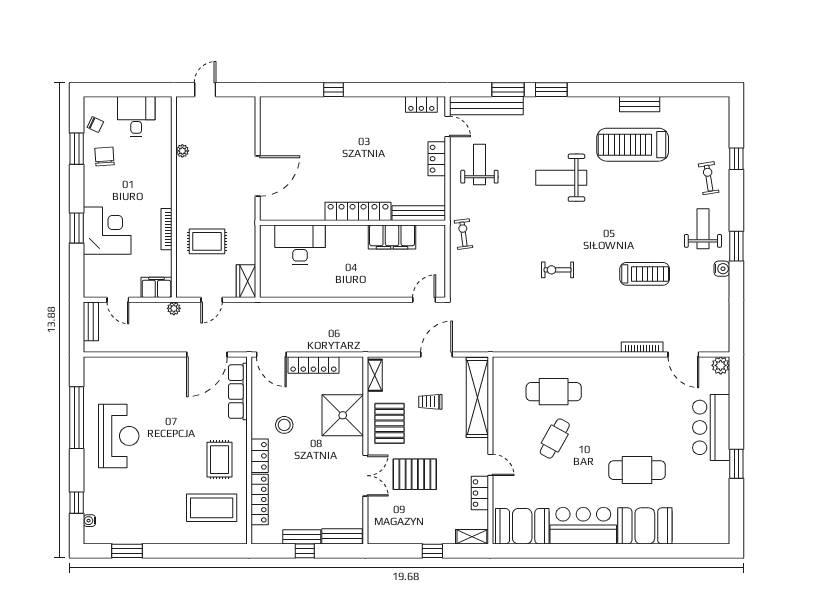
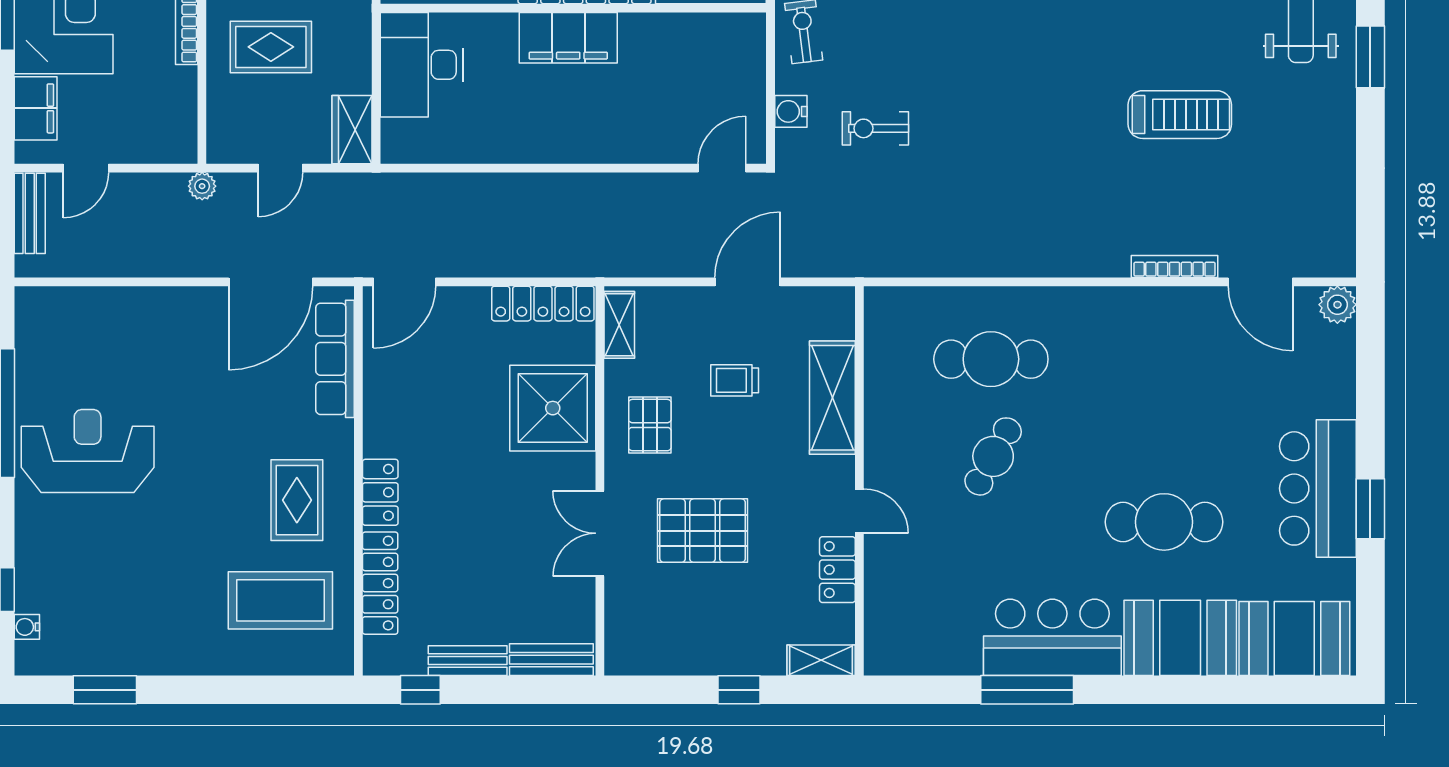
filing cabinet: (392, 237) -> (568, 38), moved
desk: (300, 245) -> (422, 65), moved, turned -90
water cooler: (722, 269) -> (791, 111), moved, turned 180
exercise bike: (558, 270) -> (875, 128), moved
filing cabinet: (156, 287) -> (36, 108), moved, turned 90
door: (118, 300) -> (86, 168), hinge flipped
door: (271, 354) -> (404, 282), hinge flipped
locker: (313, 365) -> (543, 304), moved
shelving: (477, 398) -> (832, 398), width x0.68
pallet: (389, 423) -> (650, 425), width x0.67, depth x0.71
stool: (284, 425) -> (431, 428), removed
bar counter: (711, 427) -> (1318, 488), moved
reception desk: (119, 436) -> (88, 451), turned -90
double door: (365, 476) -> (600, 533), swing flipped
booth: (522, 526) -> (1294, 638), moved
window: (305, 551) -> (420, 690), moved
window: (571, 551) -> (1027, 690), added

